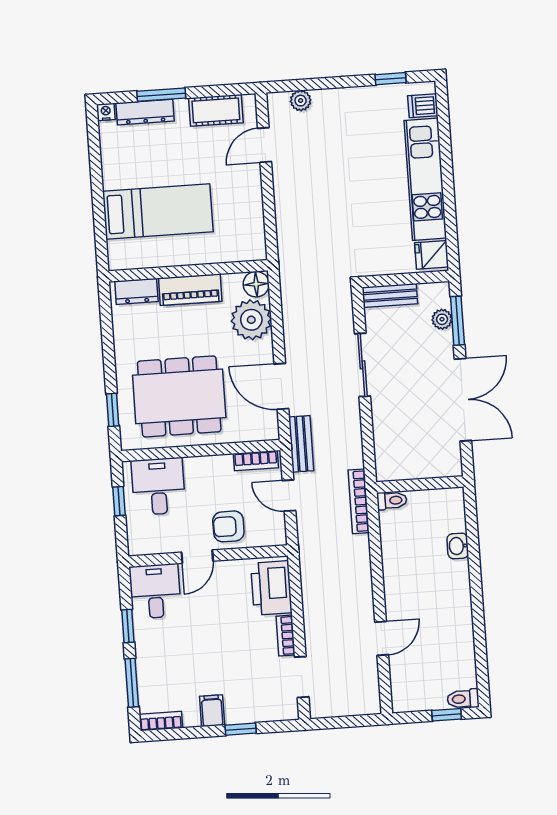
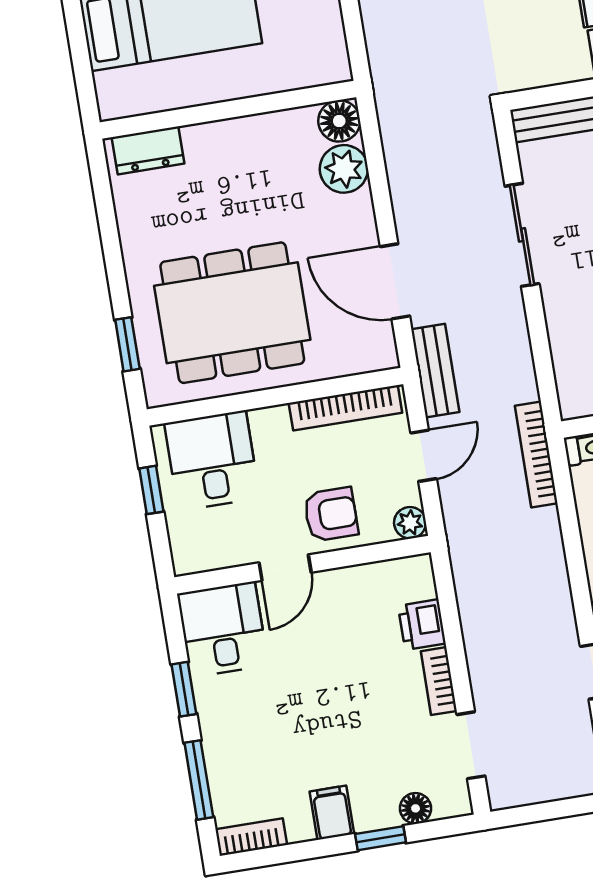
piano: (190, 290) -> (234, 140), removed
plant: (251, 320) -> (344, 169), width x0.73, depth x0.73
bookcase: (256, 461) -> (345, 408), width x1.56
door: (289, 496) -> (424, 456), swing flipped
armchair: (228, 526) -> (331, 514), turned 180
plant: (277, 536) -> (410, 523), added
printer: (271, 588) -> (422, 625), width x0.53, depth x0.68
floor lamp: (264, 713) -> (416, 808), added

